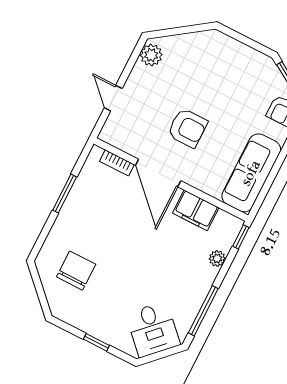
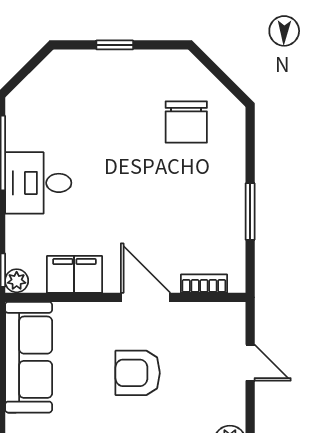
door: (158, 173) -> (146, 297), width x0.73
plant: (217, 258) -> (17, 281), moved
desk: (153, 329) -> (38, 183), moved, turned -45

